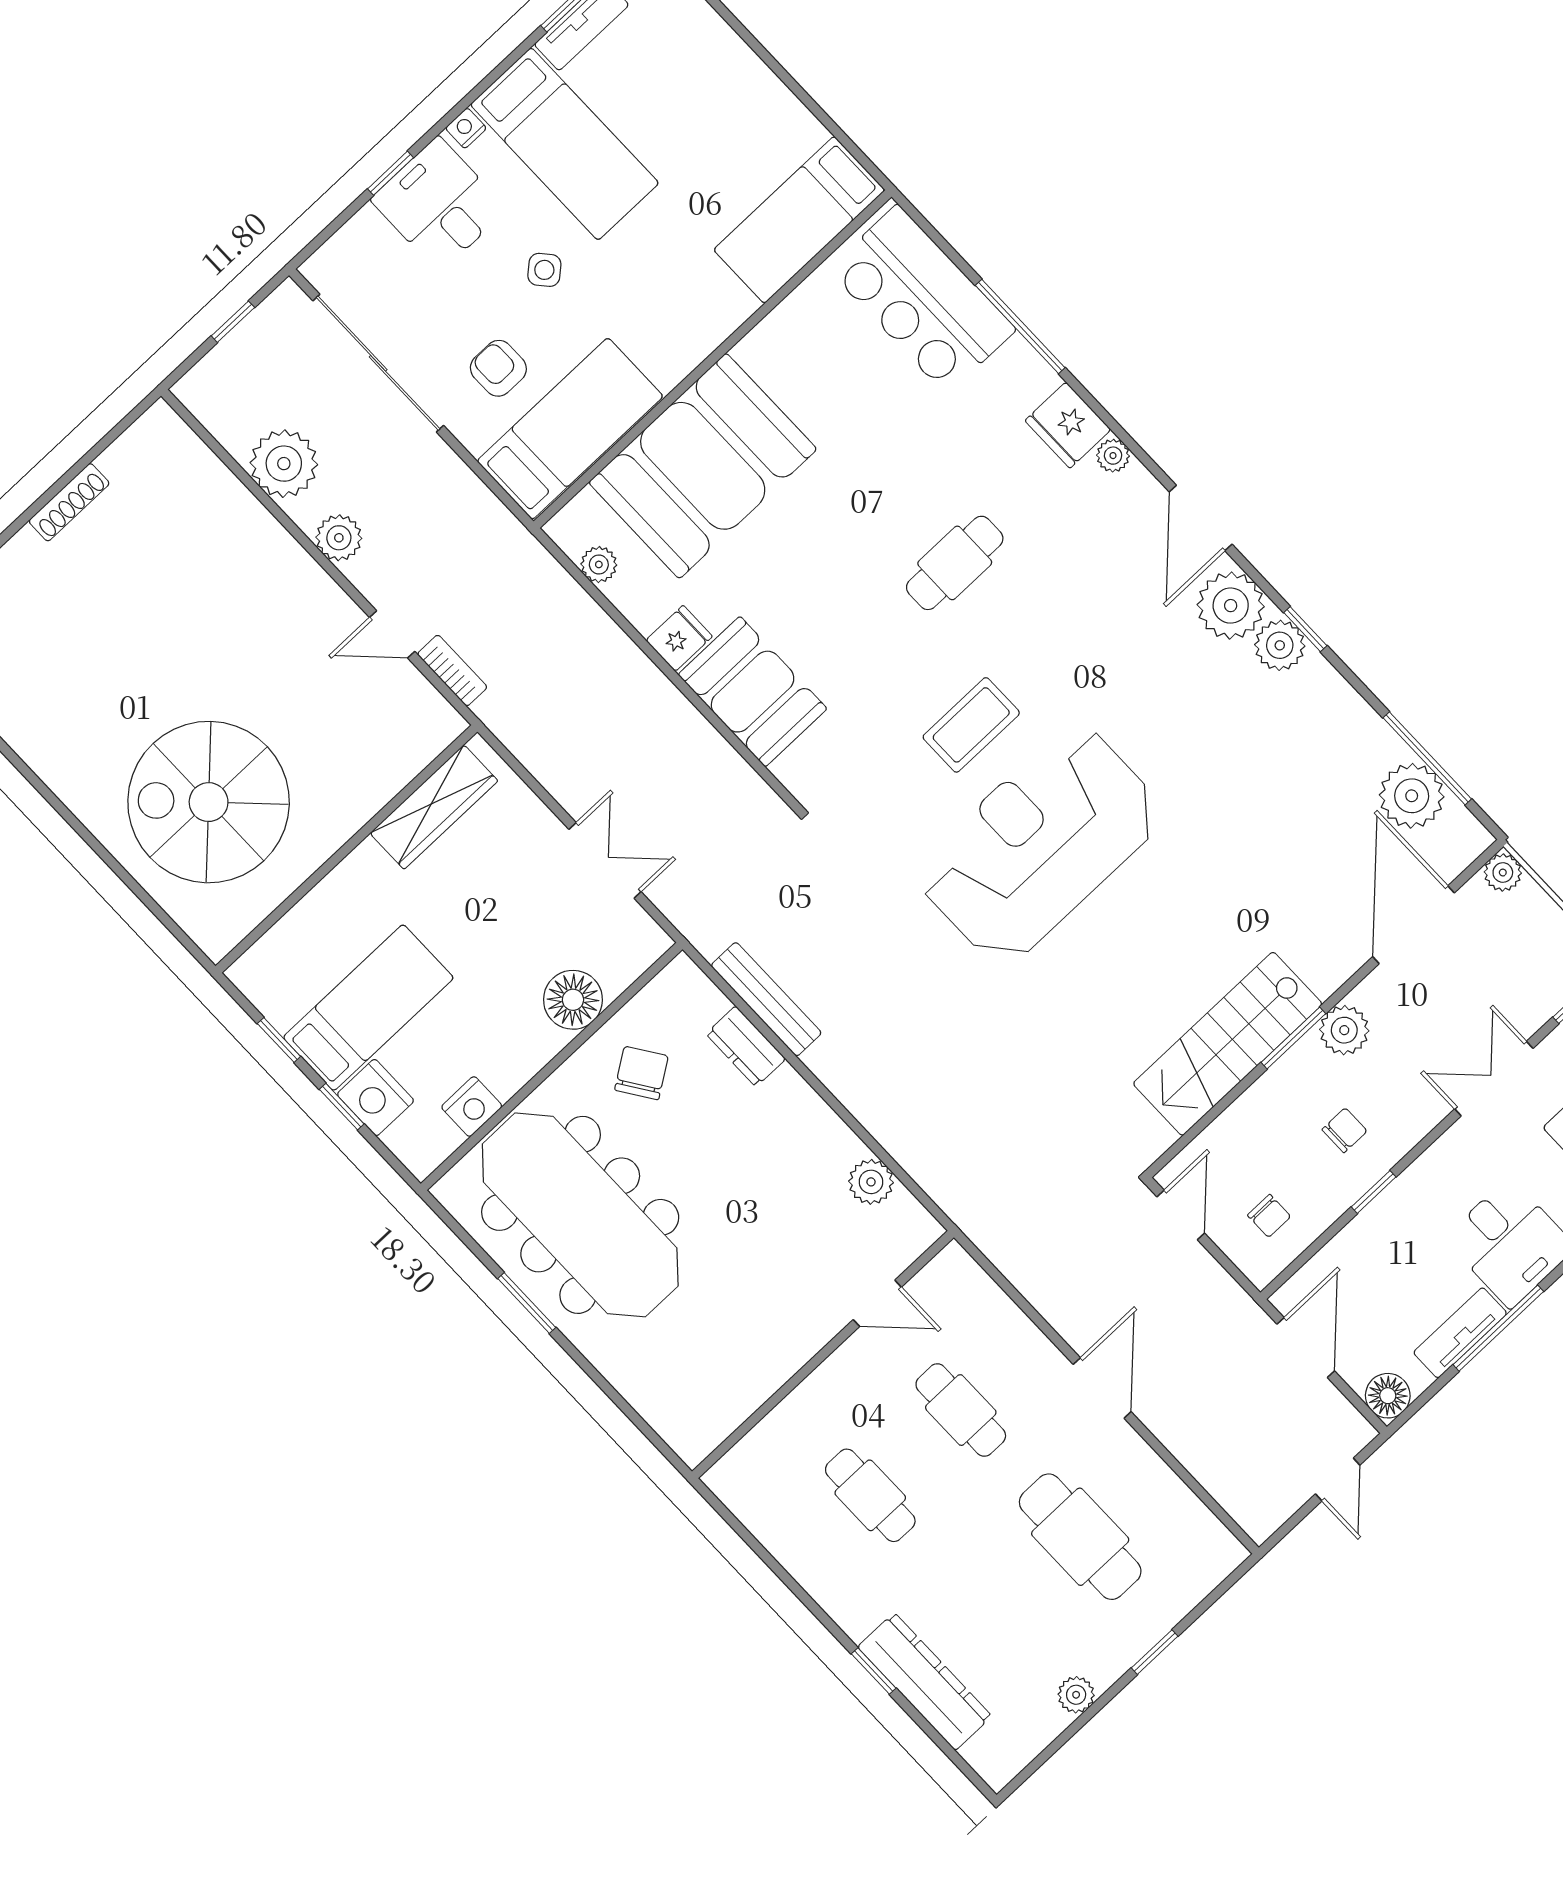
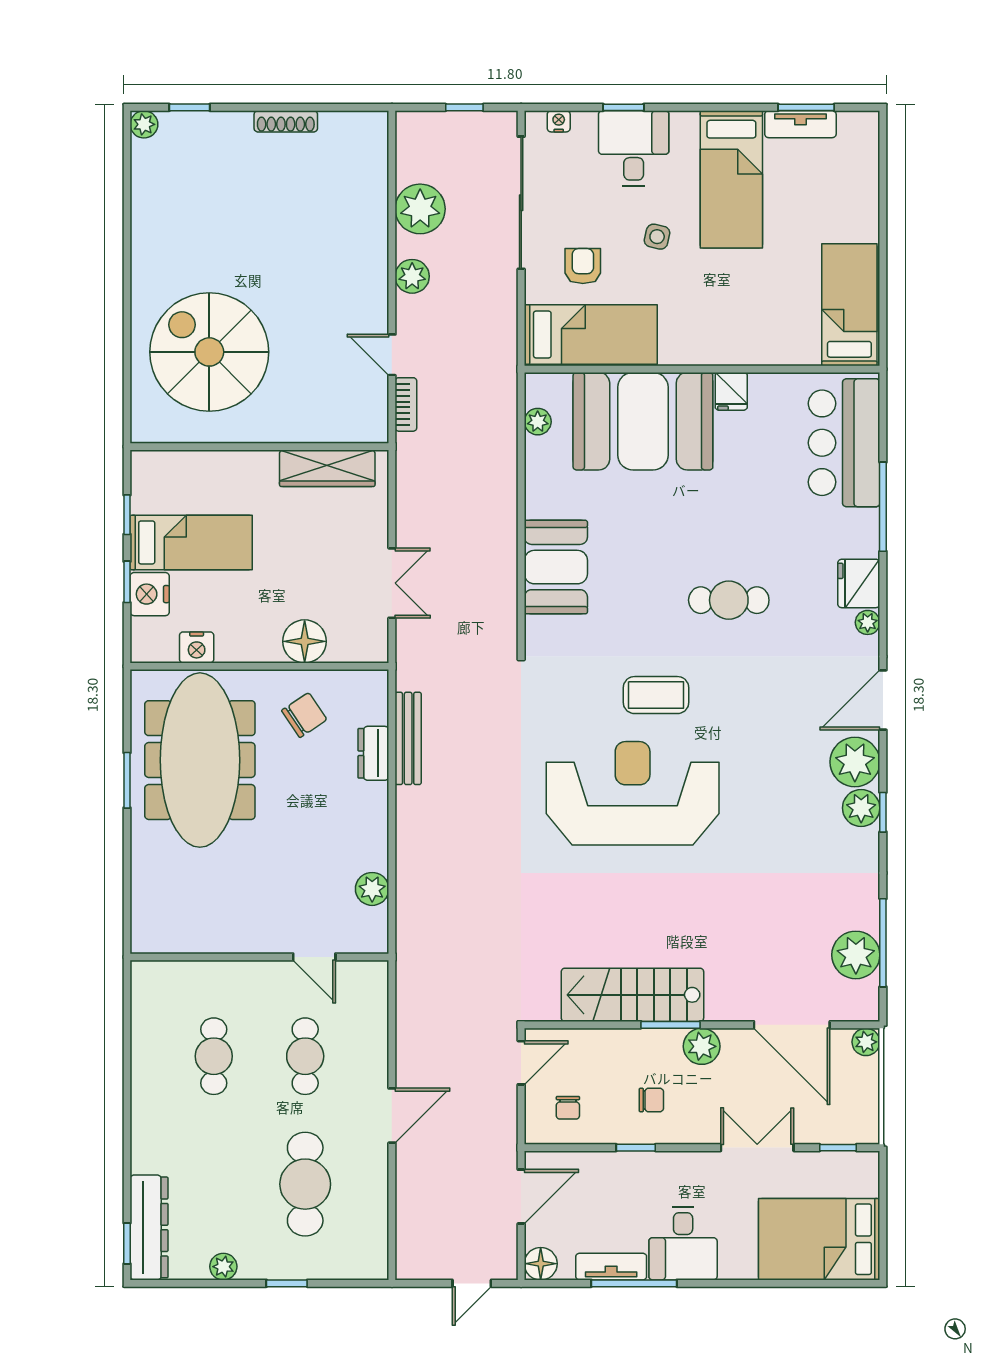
nightstand: (466, 128) -> (559, 121), moved
bed: (799, 220) -> (849, 305), moved, turned 90
side table: (544, 270) -> (657, 237), turned -36
fridge: (679, 638) -> (731, 391), moved, turned 90
door: (1414, 925) -> (792, 1025), swing flipped
window: (874, 1671) -> (127, 1243), moved
dresser: (925, 1682) -> (149, 1227), moved

